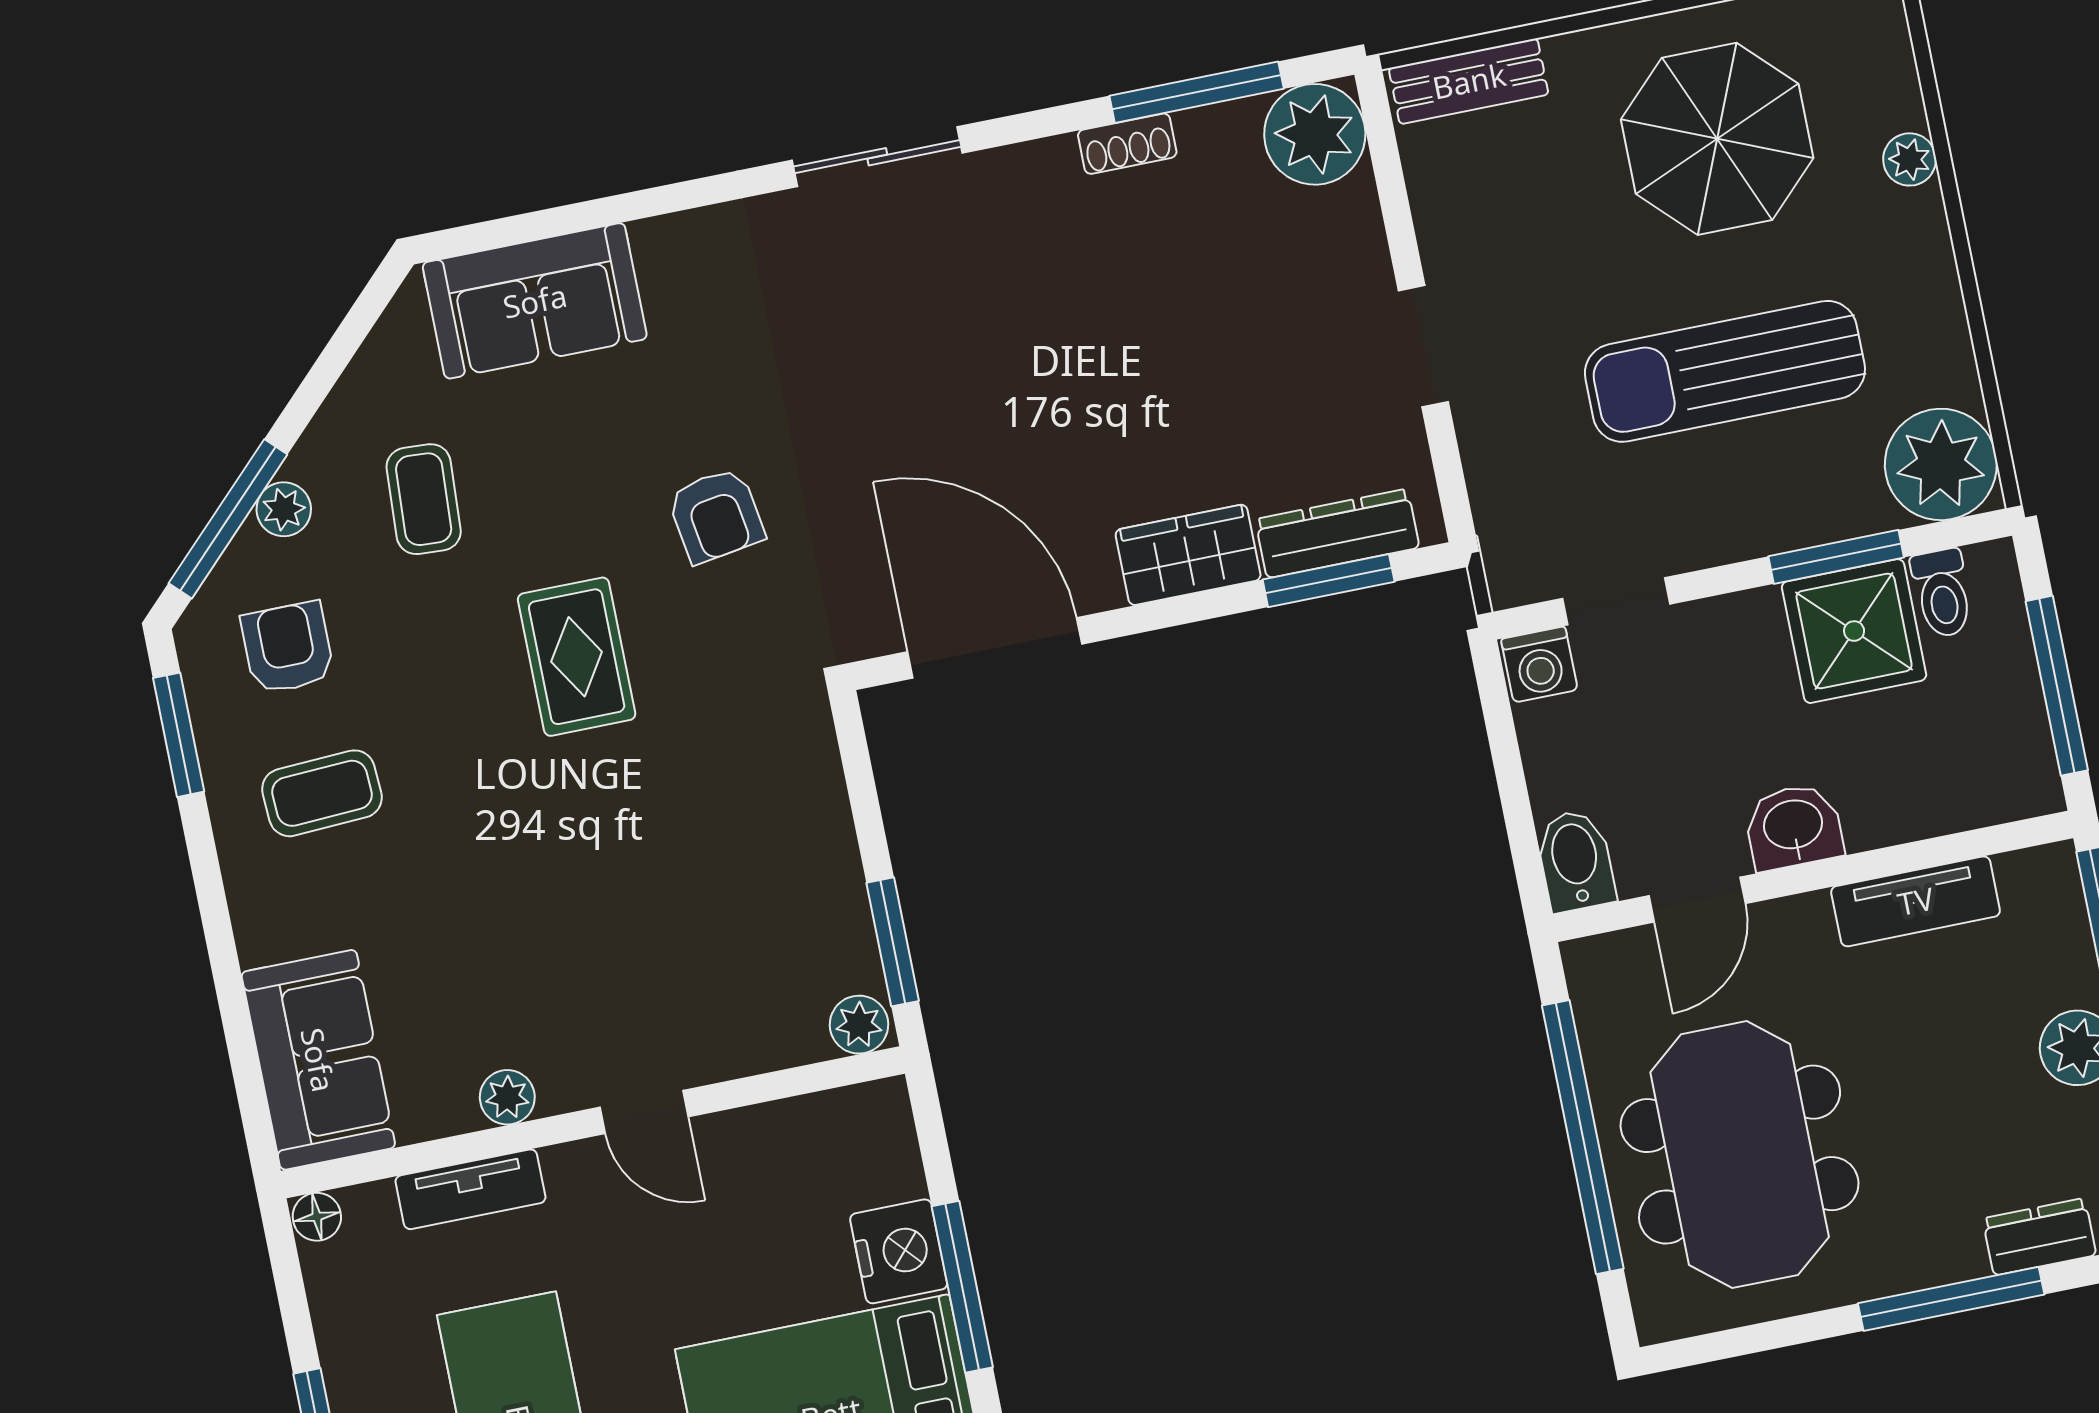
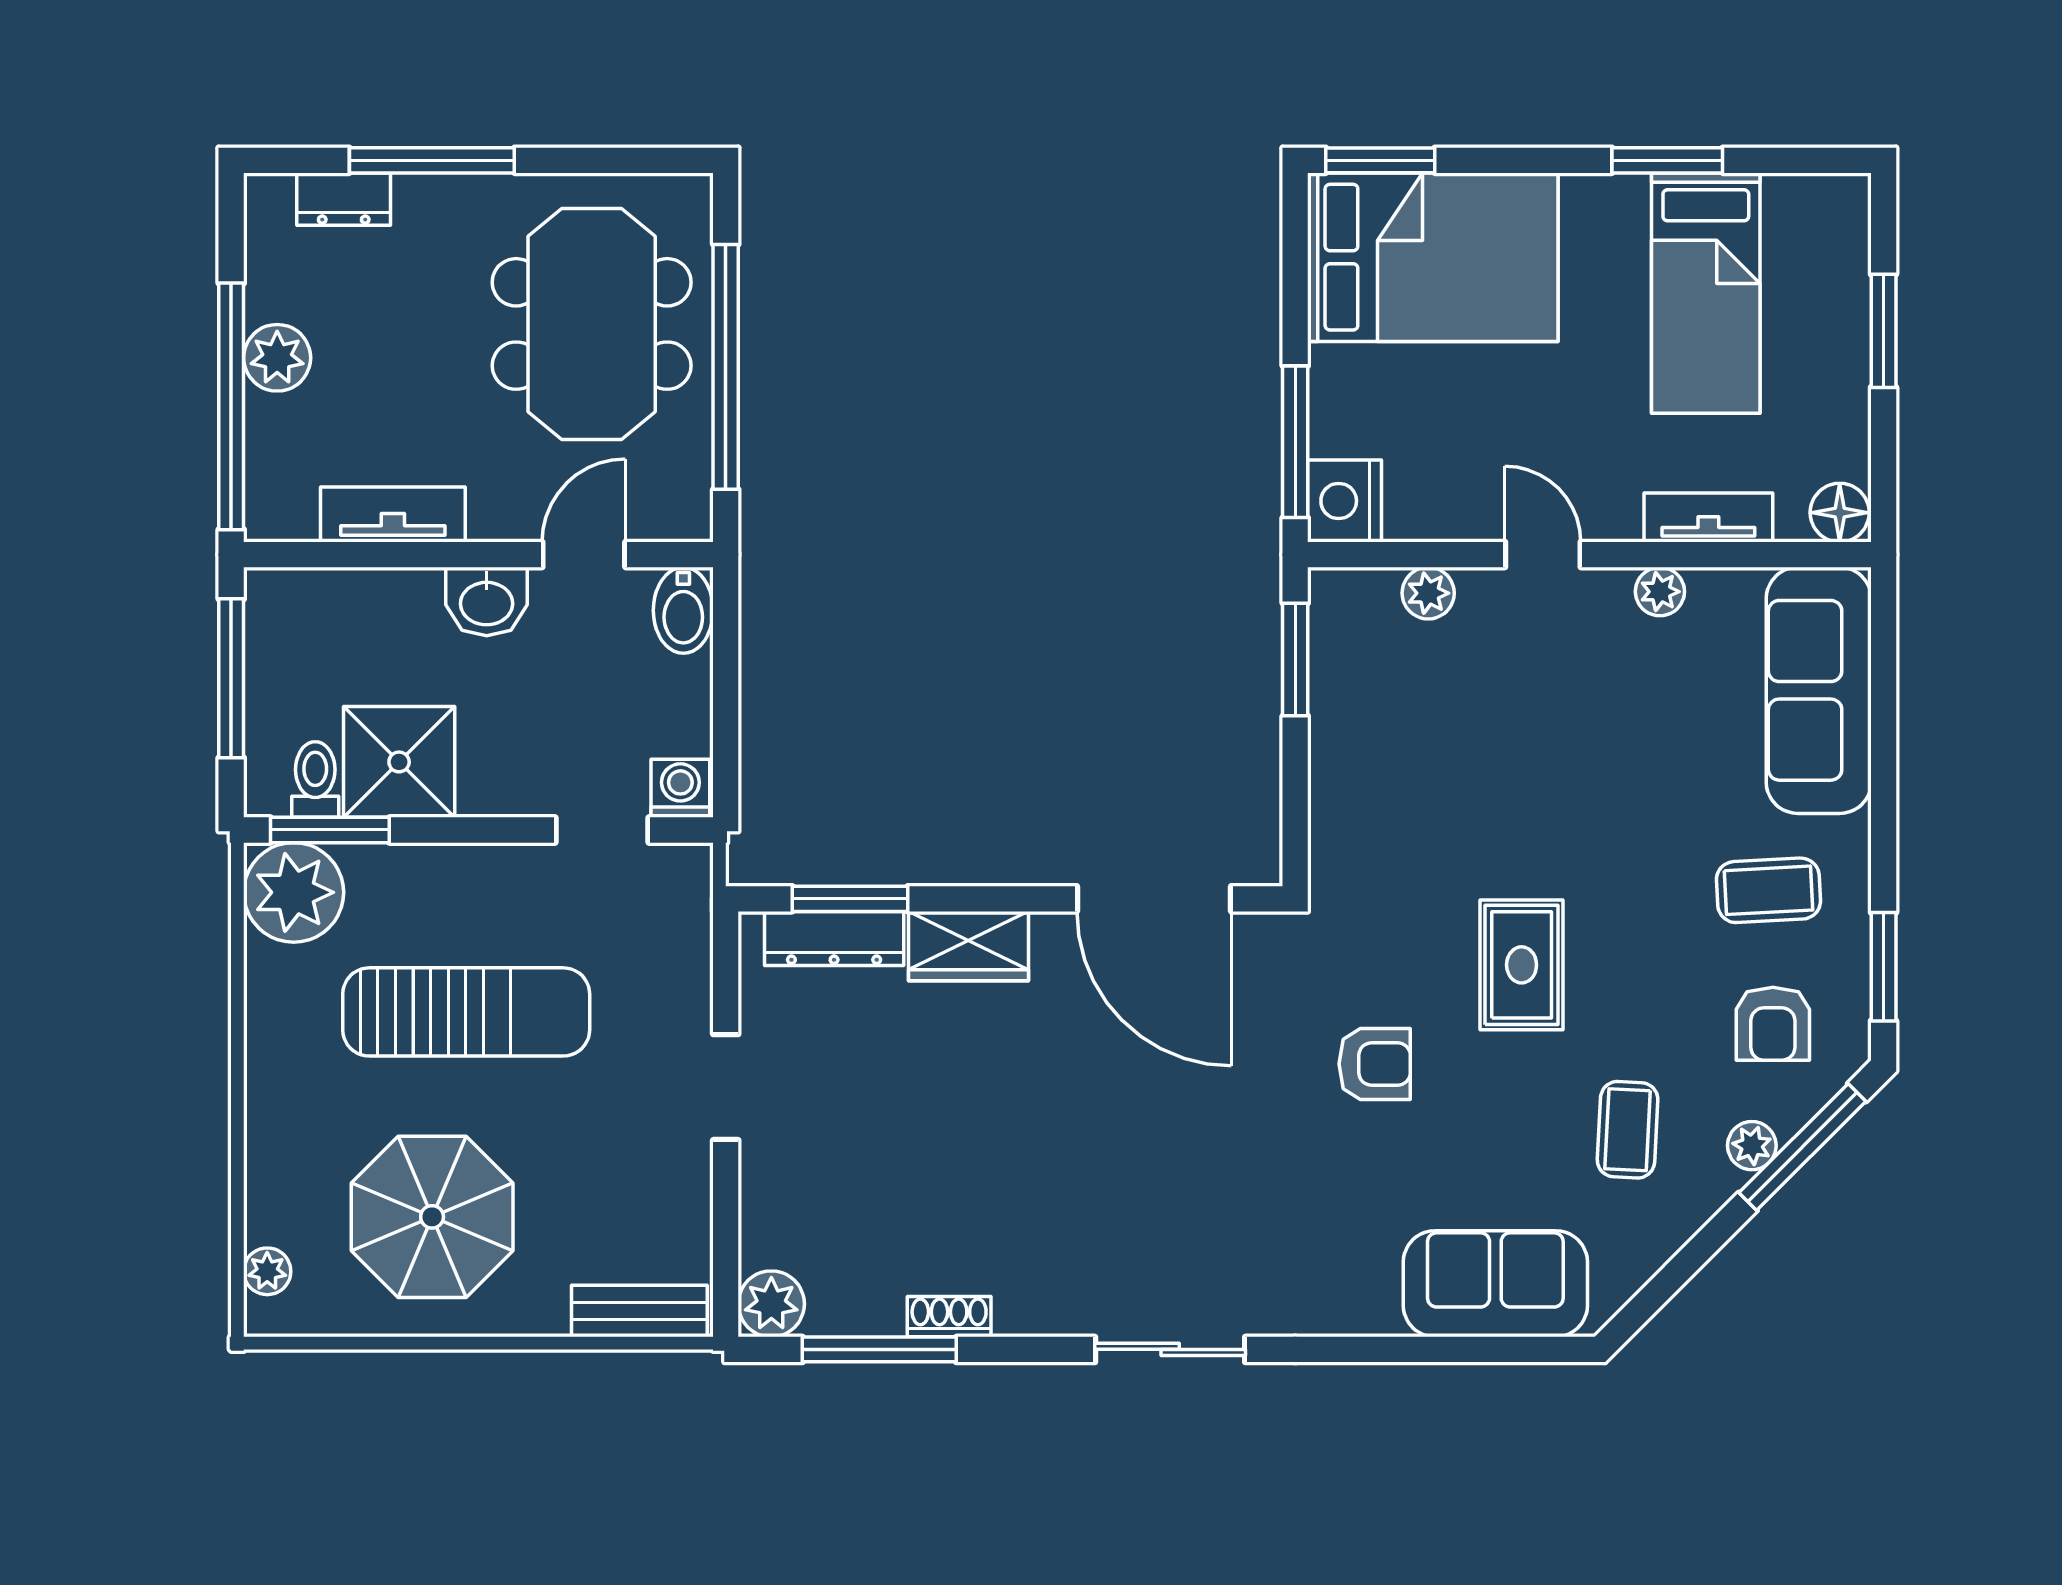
plant: (1315, 134) -> (771, 1304), width x0.73, depth x0.73
plant: (1910, 159) -> (267, 1271), moved
armchair: (716, 515) -> (1375, 1064), turned 99
window: (1836, 557) -> (330, 830), moved
plant: (859, 1025) -> (1428, 593), moved
sofa: (318, 1060) -> (1819, 690), width x1.36
floor lamp: (317, 1217) -> (1840, 513), width x1.37, depth x1.37
nightstand: (899, 1251) -> (1345, 501), moved
window: (962, 1287) -> (1295, 442), moved

